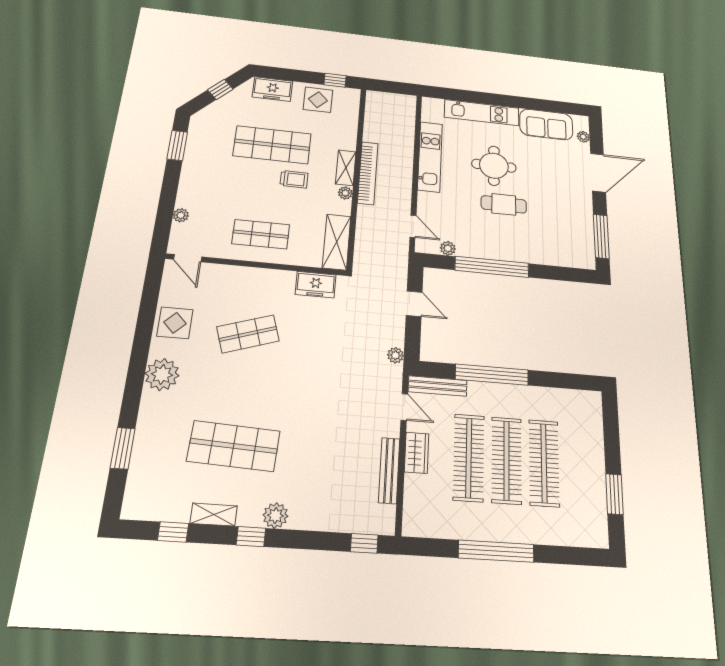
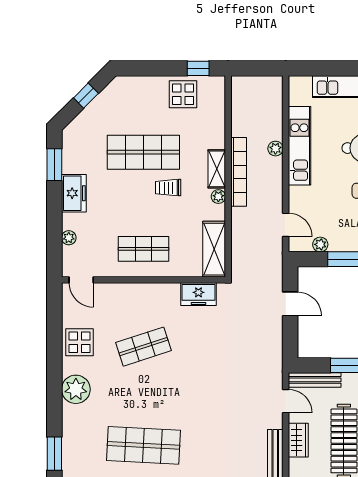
freezer: (272, 89) -> (74, 193), moved, turned -90
trolley: (294, 179) -> (168, 188), turned 180
plant: (395, 355) -> (275, 149), moved

